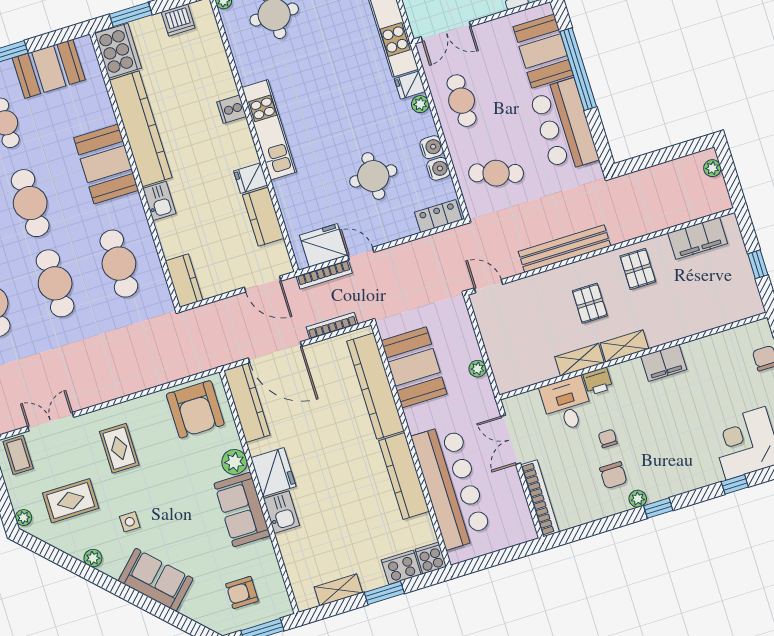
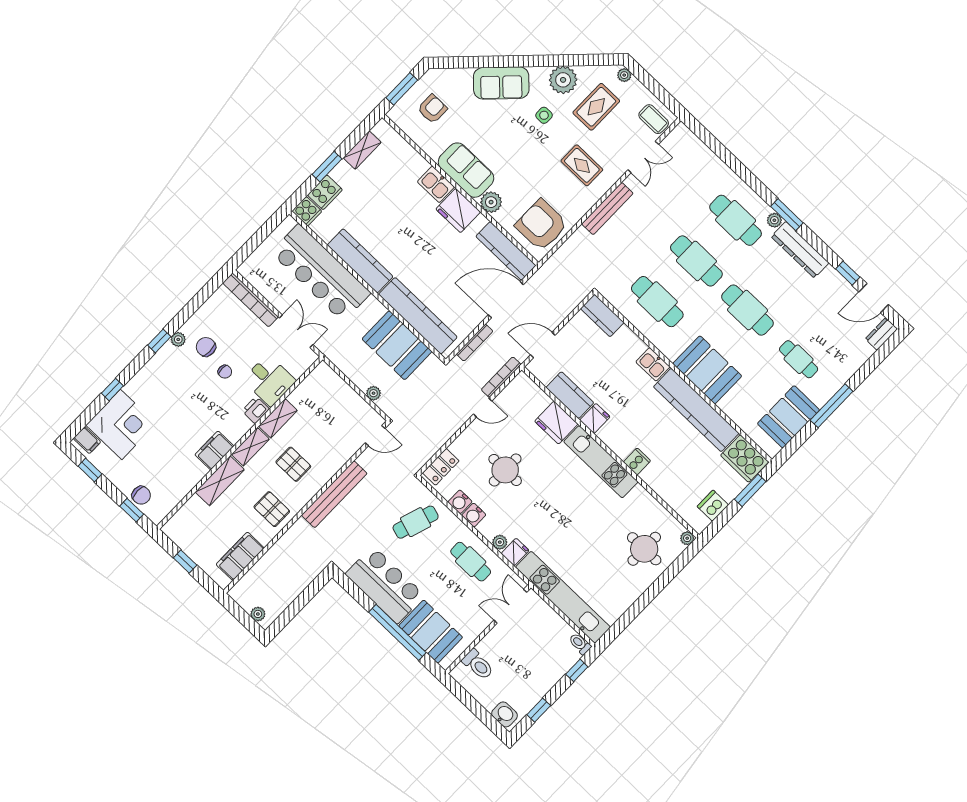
fridge: (323, 245) -> (556, 423), moved, turned 90
shelving: (676, 328) -> (220, 481), added
plant: (478, 369) -> (373, 393), moved
bench: (117, 389) -> (607, 209), added
plant: (93, 558) -> (563, 80), width x1.87, depth x1.87

